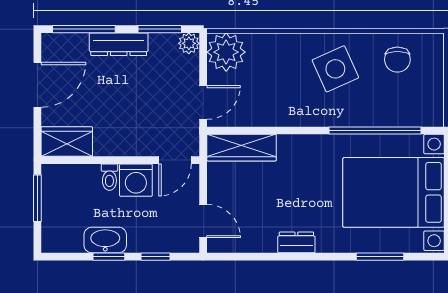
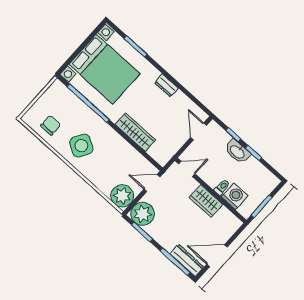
plant: (189, 43) -> (143, 214), width x1.88, depth x1.88
dresser: (119, 44) -> (187, 260), moved
side table: (335, 69) -> (81, 146), turned -36
wardrobe: (67, 142) -> (206, 201), moved
wardrobe: (242, 148) -> (135, 132), moved
washing machine: (136, 180) -> (235, 196), moved
washbasin: (105, 240) -> (237, 152), moved

